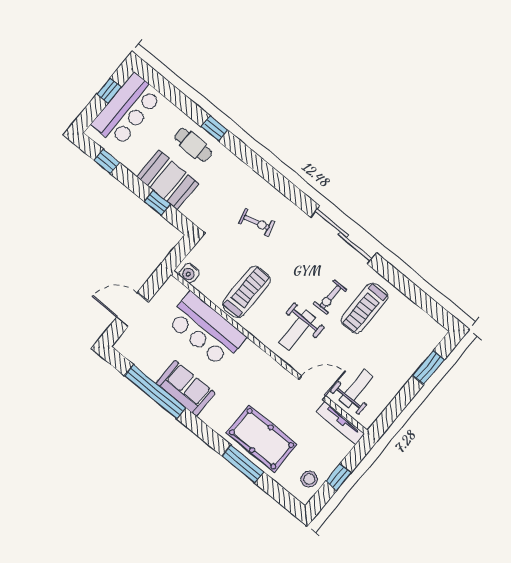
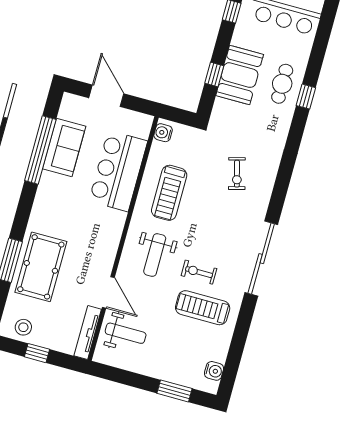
treadmill: (246, 292) -> (169, 193), turned 90
water cooler: (426, 324) -> (214, 371), added
weight bench: (297, 330) -> (155, 255), turned -90
sofa: (186, 388) -> (64, 147), moved

